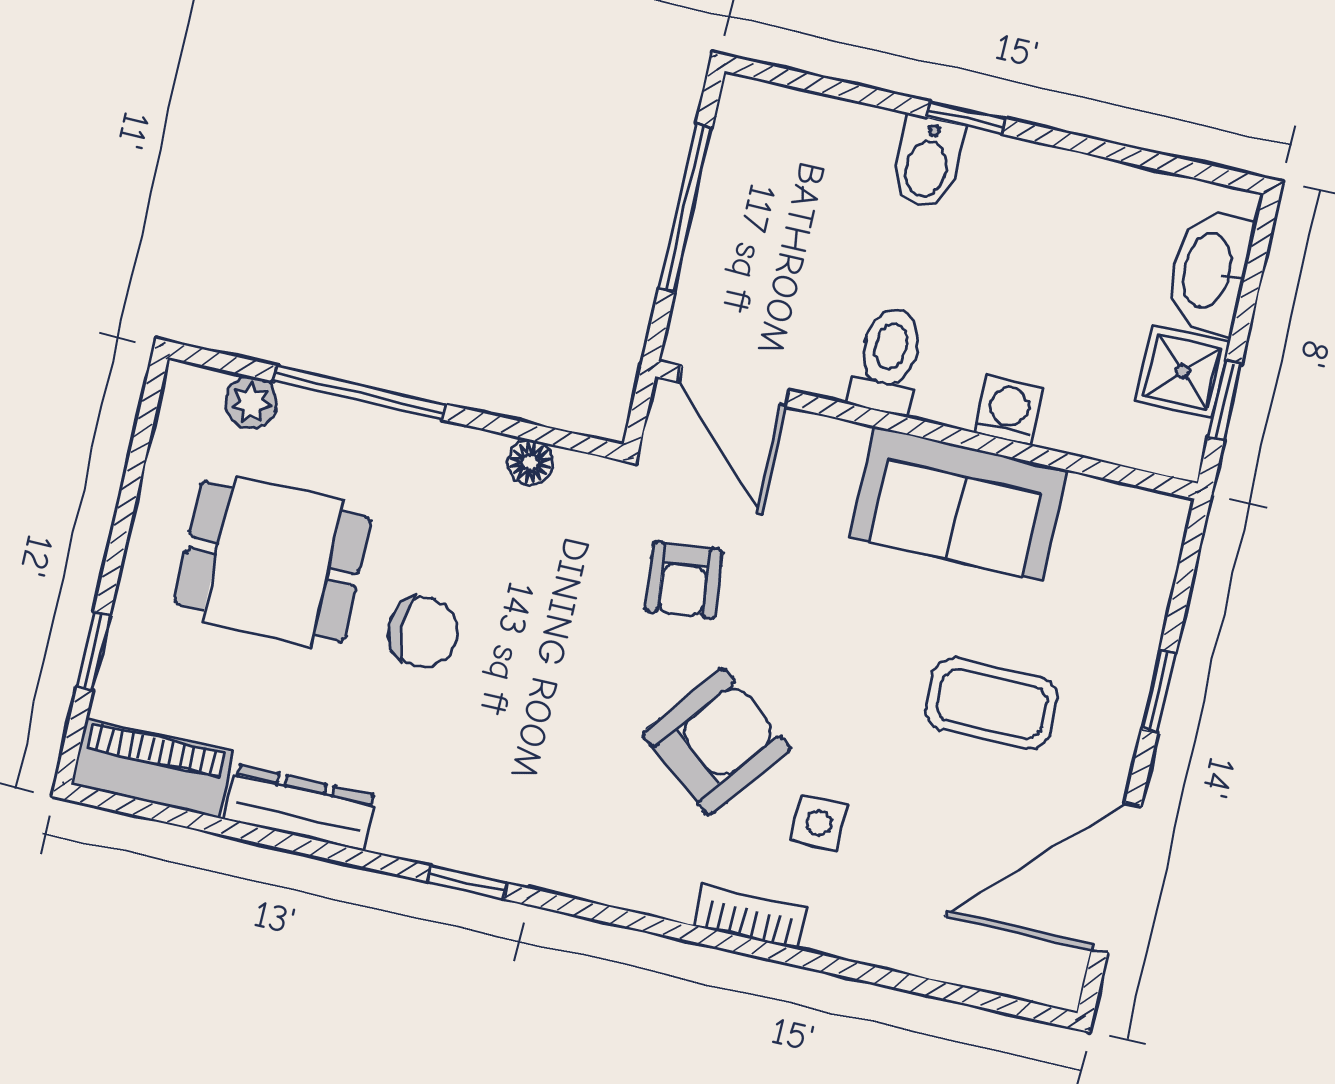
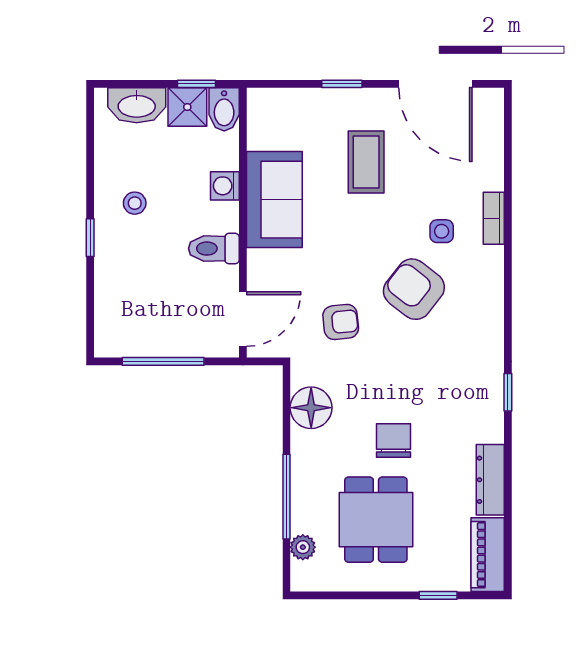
bidet: (927, 163) -> (224, 109), moved, turned 90
stool: (1015, 223) -> (135, 203), added
floor lamp: (530, 463) -> (311, 408), width x1.89, depth x1.89
bookcase: (750, 917) -> (494, 218), moved

